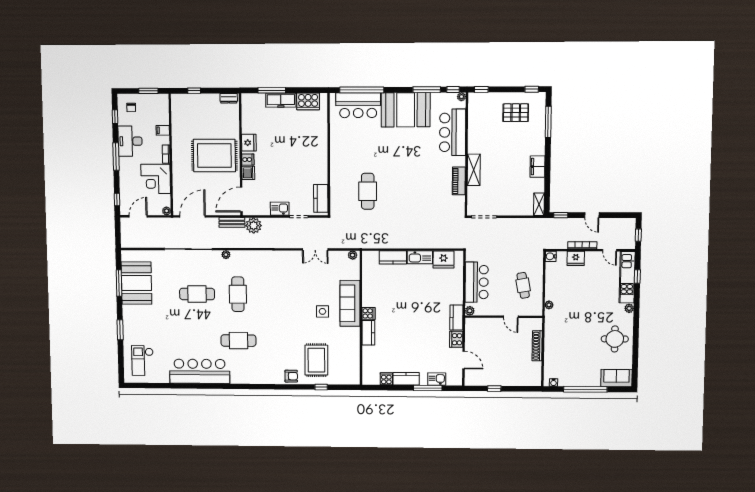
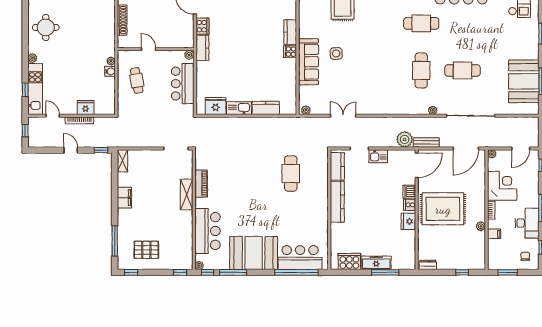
plant: (176, 138) -> (481, 226), added
kitchen counter: (321, 163) -> (337, 202), added
water cooler: (551, 256) -> (110, 71), moved

